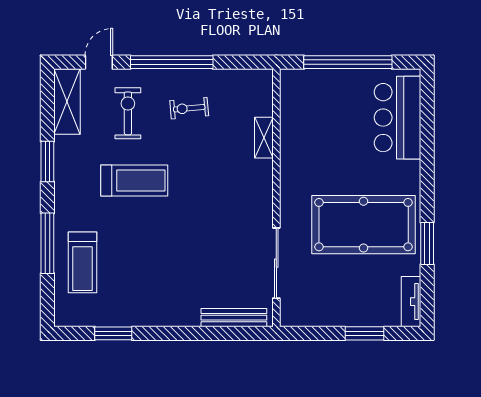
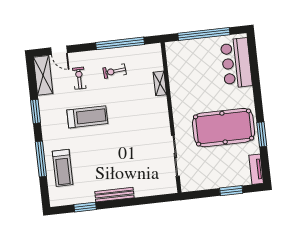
door: (99, 62) -> (59, 50), swing flipped
window: (172, 62) -> (120, 43), moved
exercise bike: (128, 113) -> (79, 78), width x0.73, depth x0.72
bench: (234, 318) -> (114, 195), moved

